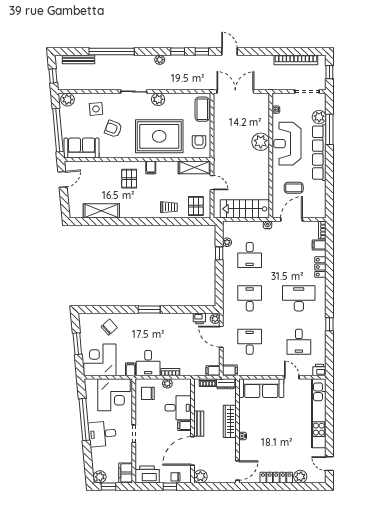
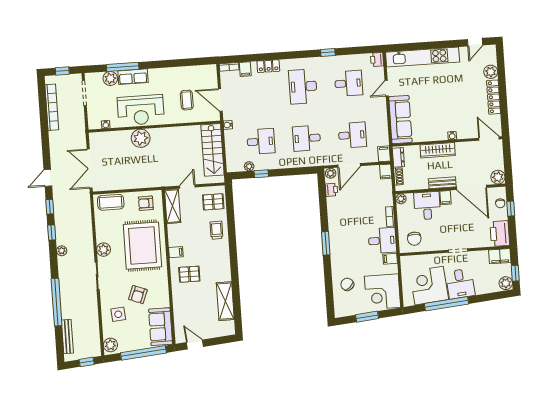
row of seats: (319, 153) -> (133, 77), width x0.50
desk: (250, 342) -> (352, 135), turned 180
plant: (167, 383) -> (401, 199), moved
corner desk: (114, 395) -> (429, 286), moved, turned -95

